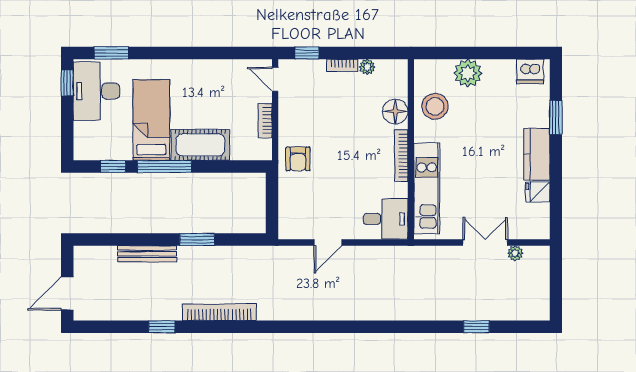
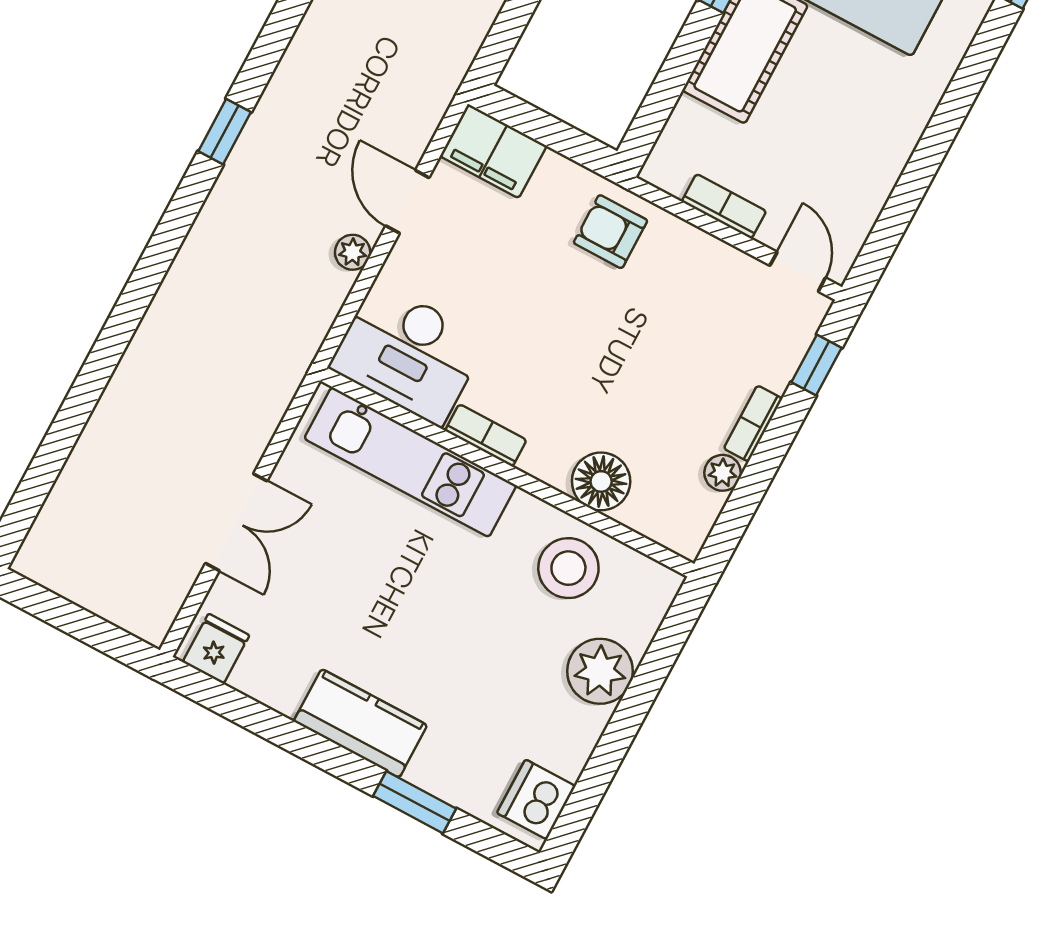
door: (275, 79) -> (798, 272), hinge flipped
bookcase: (401, 156) -> (486, 435), width x0.64
fridge: (538, 192) -> (216, 649), moved
desk: (386, 219) -> (408, 353), width x1.37
filing cabinet: (291, 220) -> (493, 151), added
plant: (515, 253) -> (353, 252), moved
window: (476, 327) -> (225, 132), moved

